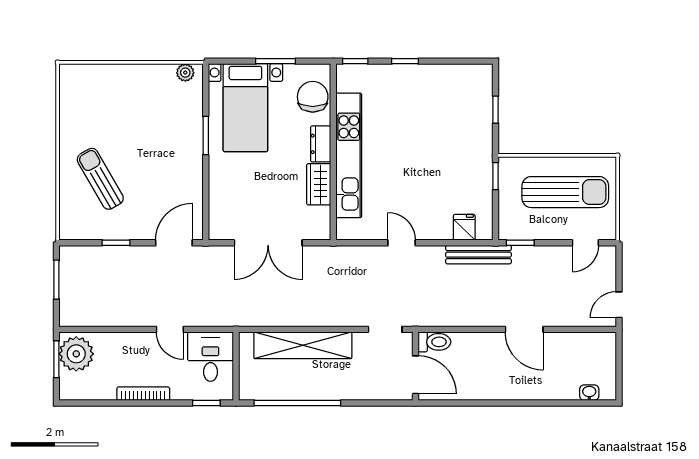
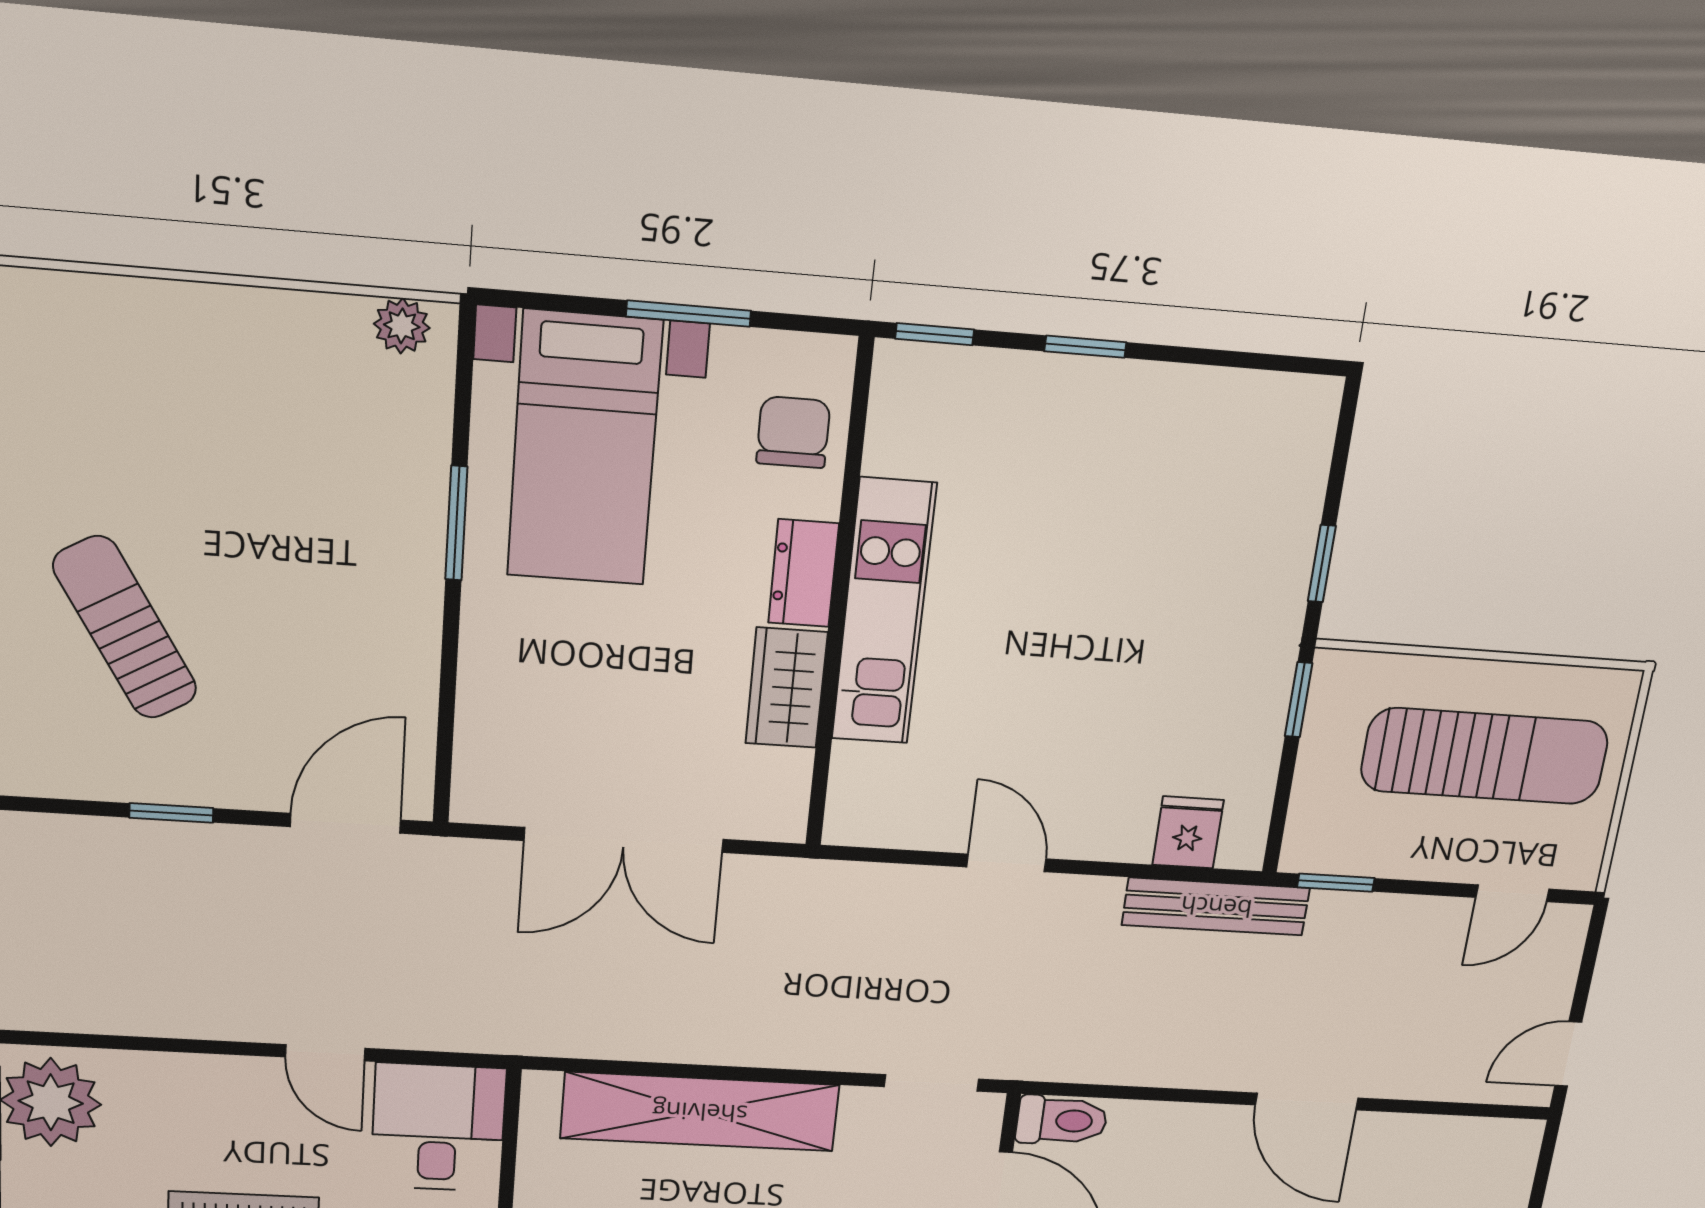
chair: (313, 97) -> (793, 432), width x0.73, depth x0.73
window: (496, 110) -> (1322, 564), moved
kitchen unit: (349, 155) -> (884, 612), width x0.73

